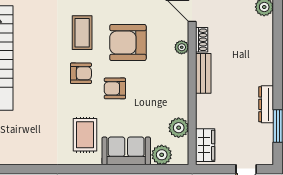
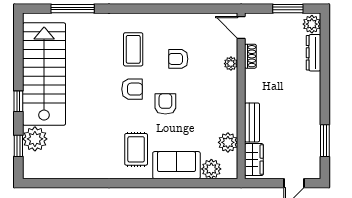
armchair: (128, 43) -> (178, 59), width x0.53, depth x0.53
bench: (203, 73) -> (252, 122), moved
armchair: (115, 88) -> (165, 104), turned 90
dresser: (266, 104) -> (314, 53), moved

